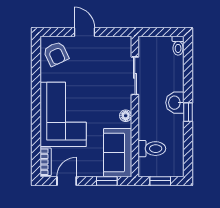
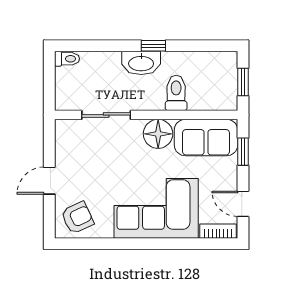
washbasin: (175, 103) -> (141, 63), width x1.38
floor lamp: (126, 116) -> (158, 134), width x1.89, depth x1.89
toilet: (152, 149) -> (176, 93), moved

